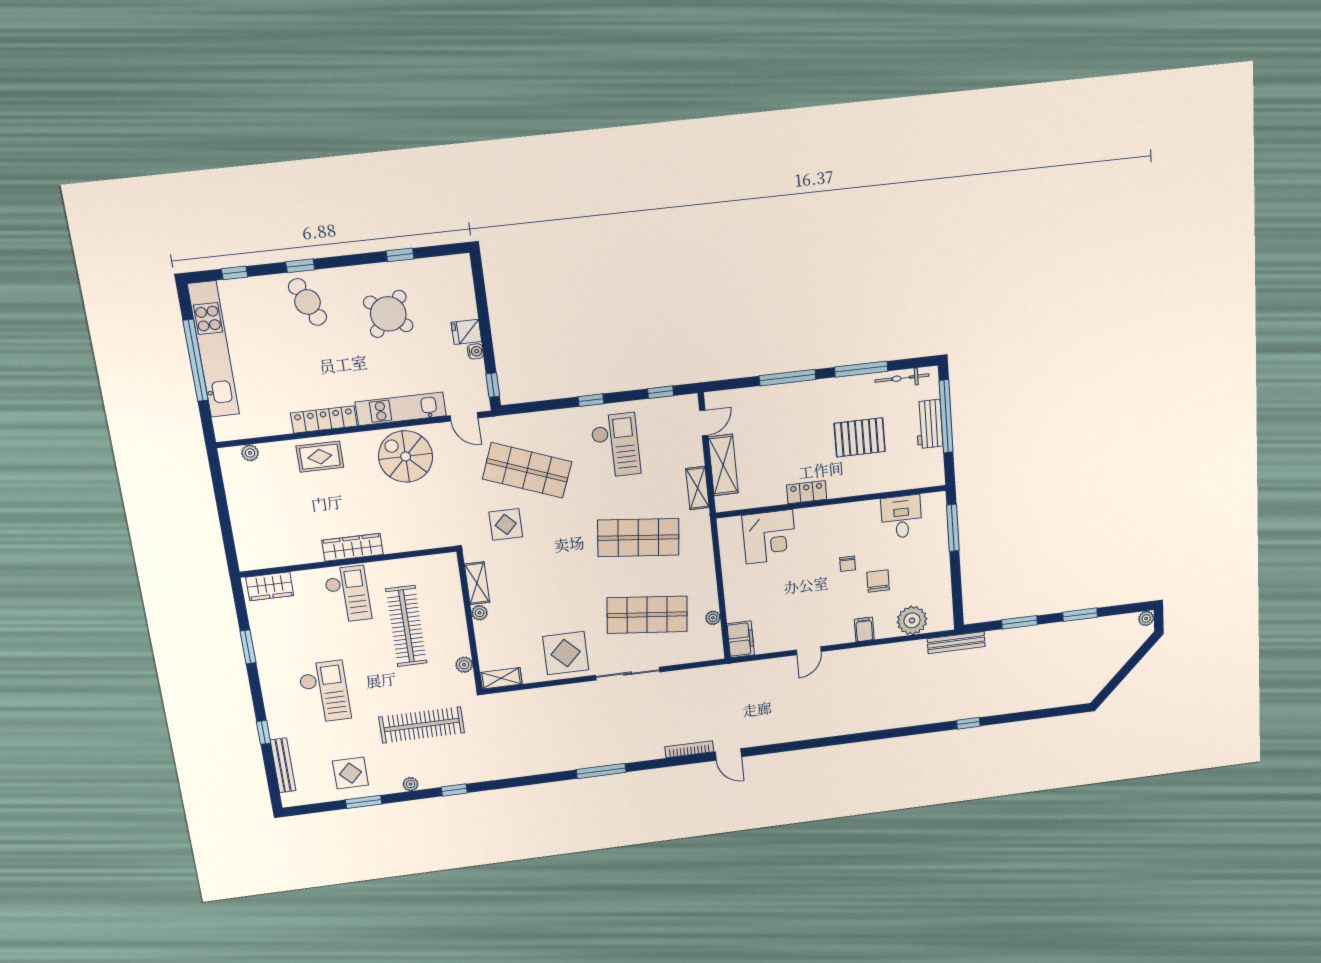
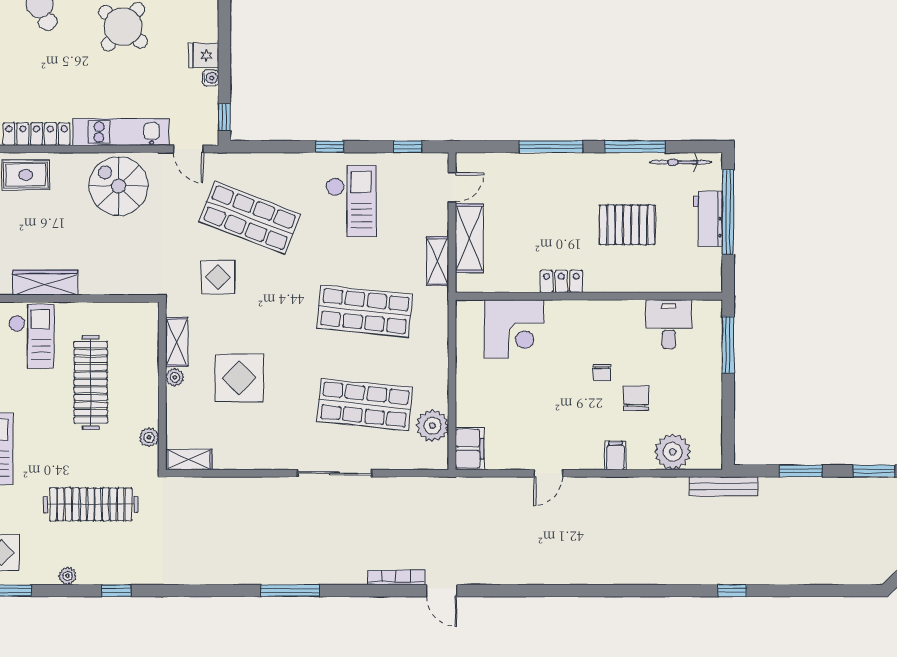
plant: (713, 618) -> (432, 426), width x1.88, depth x1.88
display table: (566, 653) -> (239, 378), moved

